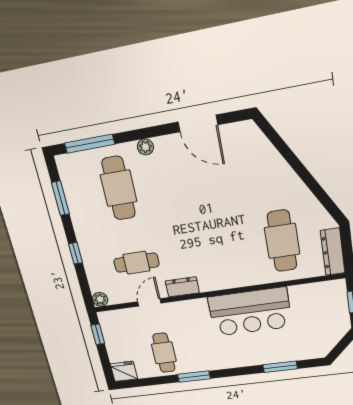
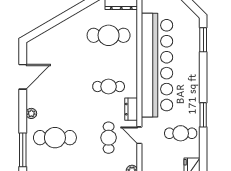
cafe table: (208, 252) -> (109, 86), added
bar counter: (250, 312) -> (157, 65), width x1.86
window: (280, 367) -> (203, 40), moved

